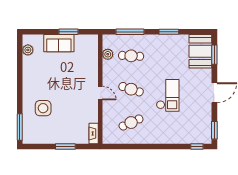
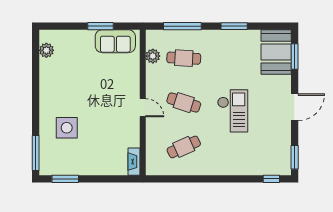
sofa: (59, 43) -> (115, 41), moved
window: (65, 147) -> (65, 179), moved

